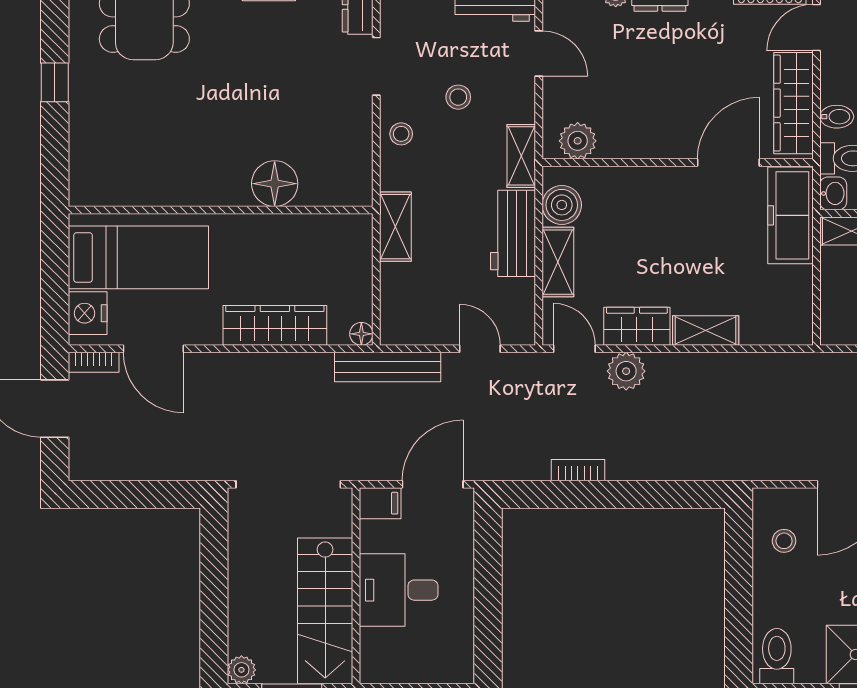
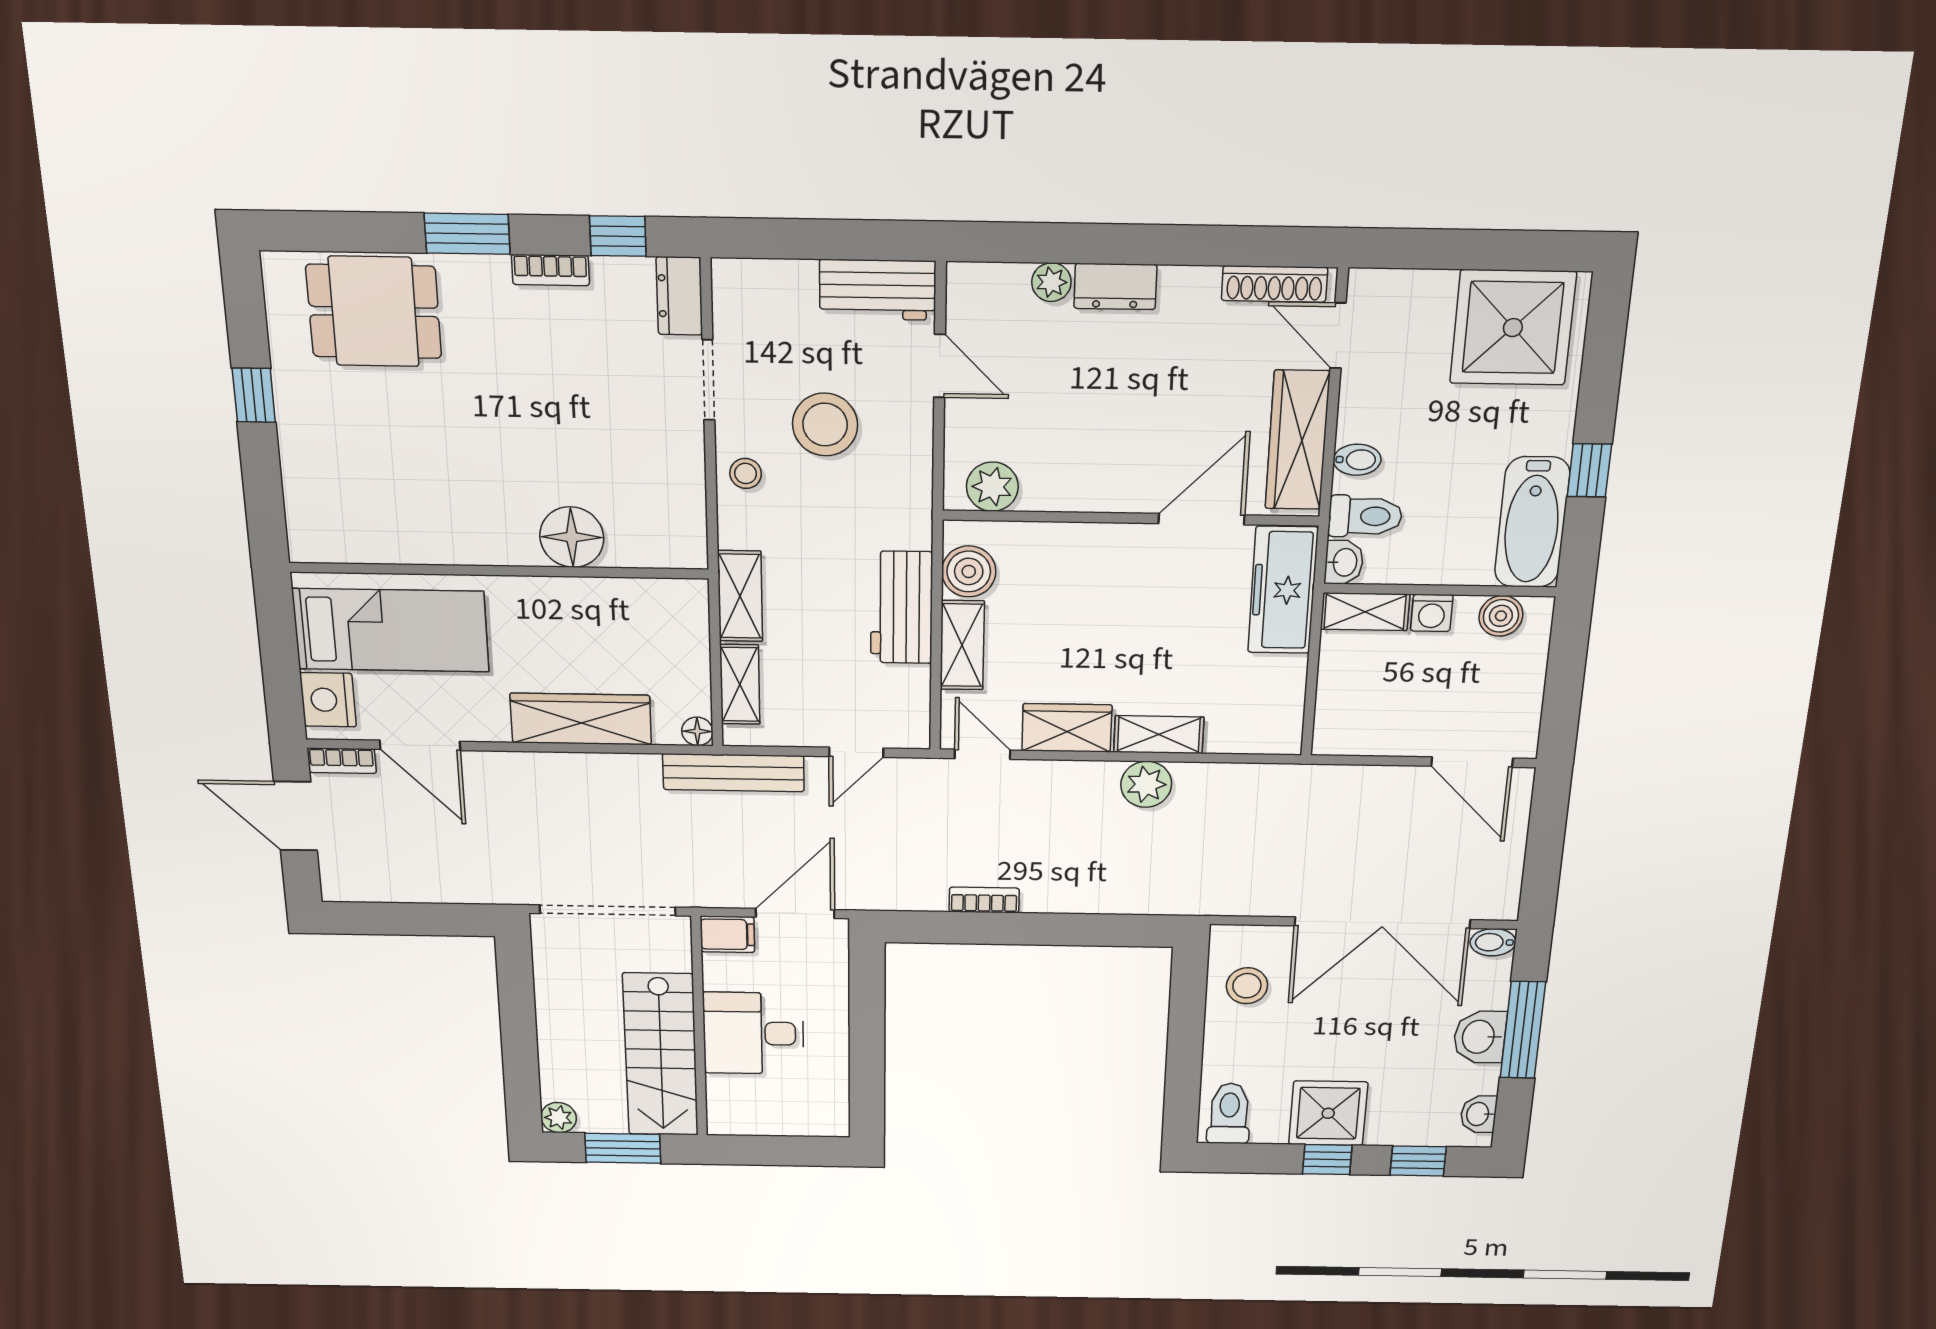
door: (816, 28) -> (1338, 336), hinge flipped
stool: (458, 97) -> (825, 425), width x1.89, depth x1.89
shelving: (521, 156) -> (740, 684), moved
door: (480, 349) -> (856, 752), swing flipped
plant: (626, 371) -> (1146, 784), moved
stool: (784, 541) -> (1247, 986), width x1.37, depth x1.37

